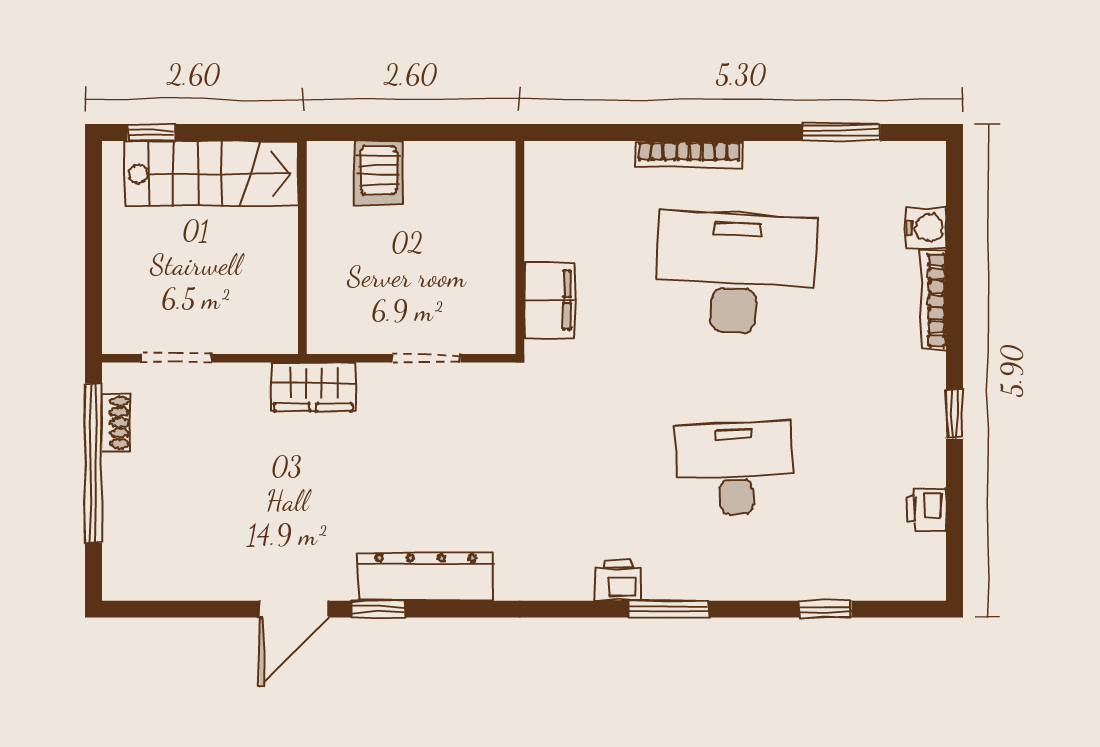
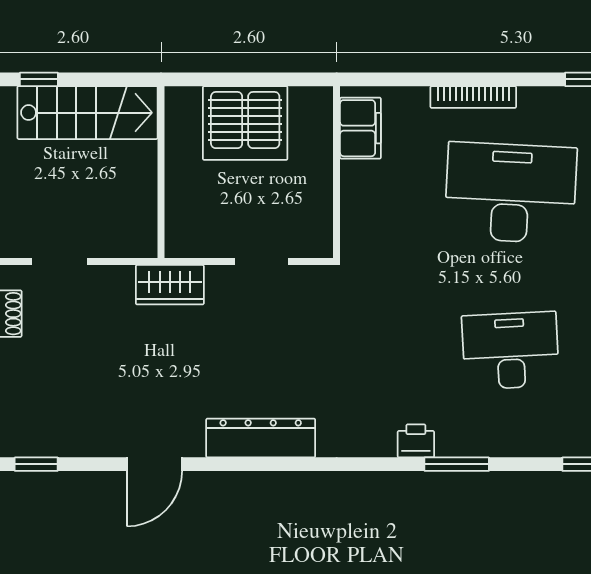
server rack: (378, 173) -> (245, 123), width x2.18, depth x1.44
filing cabinet: (549, 300) -> (360, 128), moved
window: (378, 609) -> (36, 464), moved

